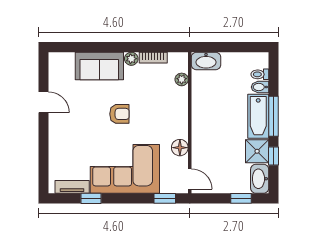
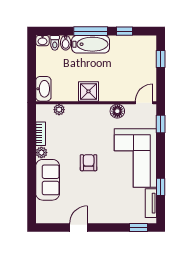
shower: (257, 151) -> (88, 91), moved
window: (43, 172) -> (138, 227), added
washbasin: (260, 179) -> (43, 41), moved, width x0.52, depth x0.69

